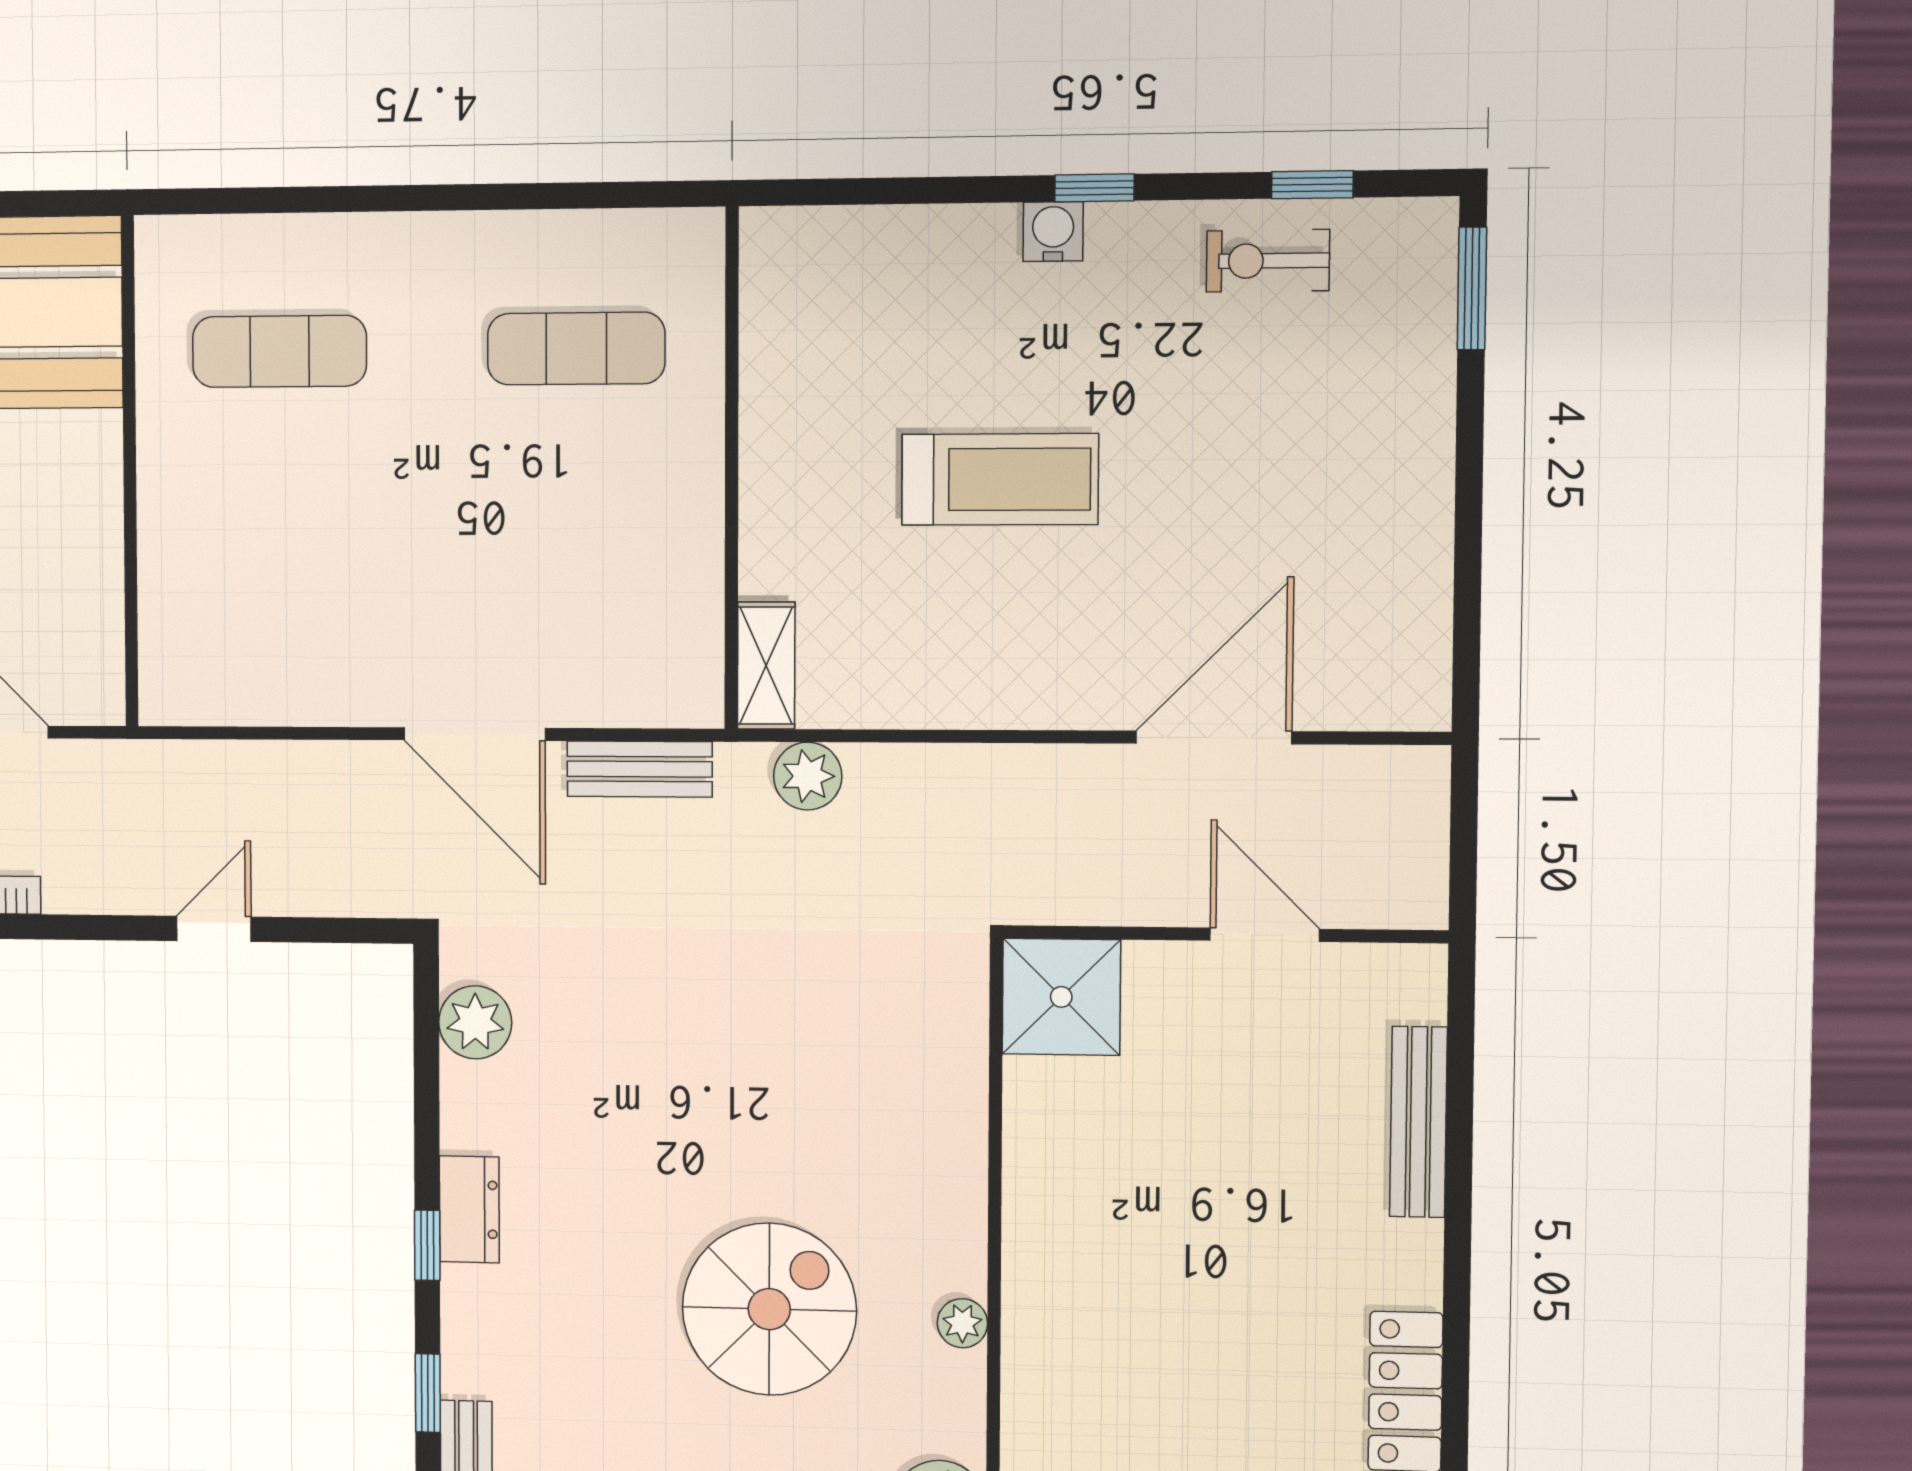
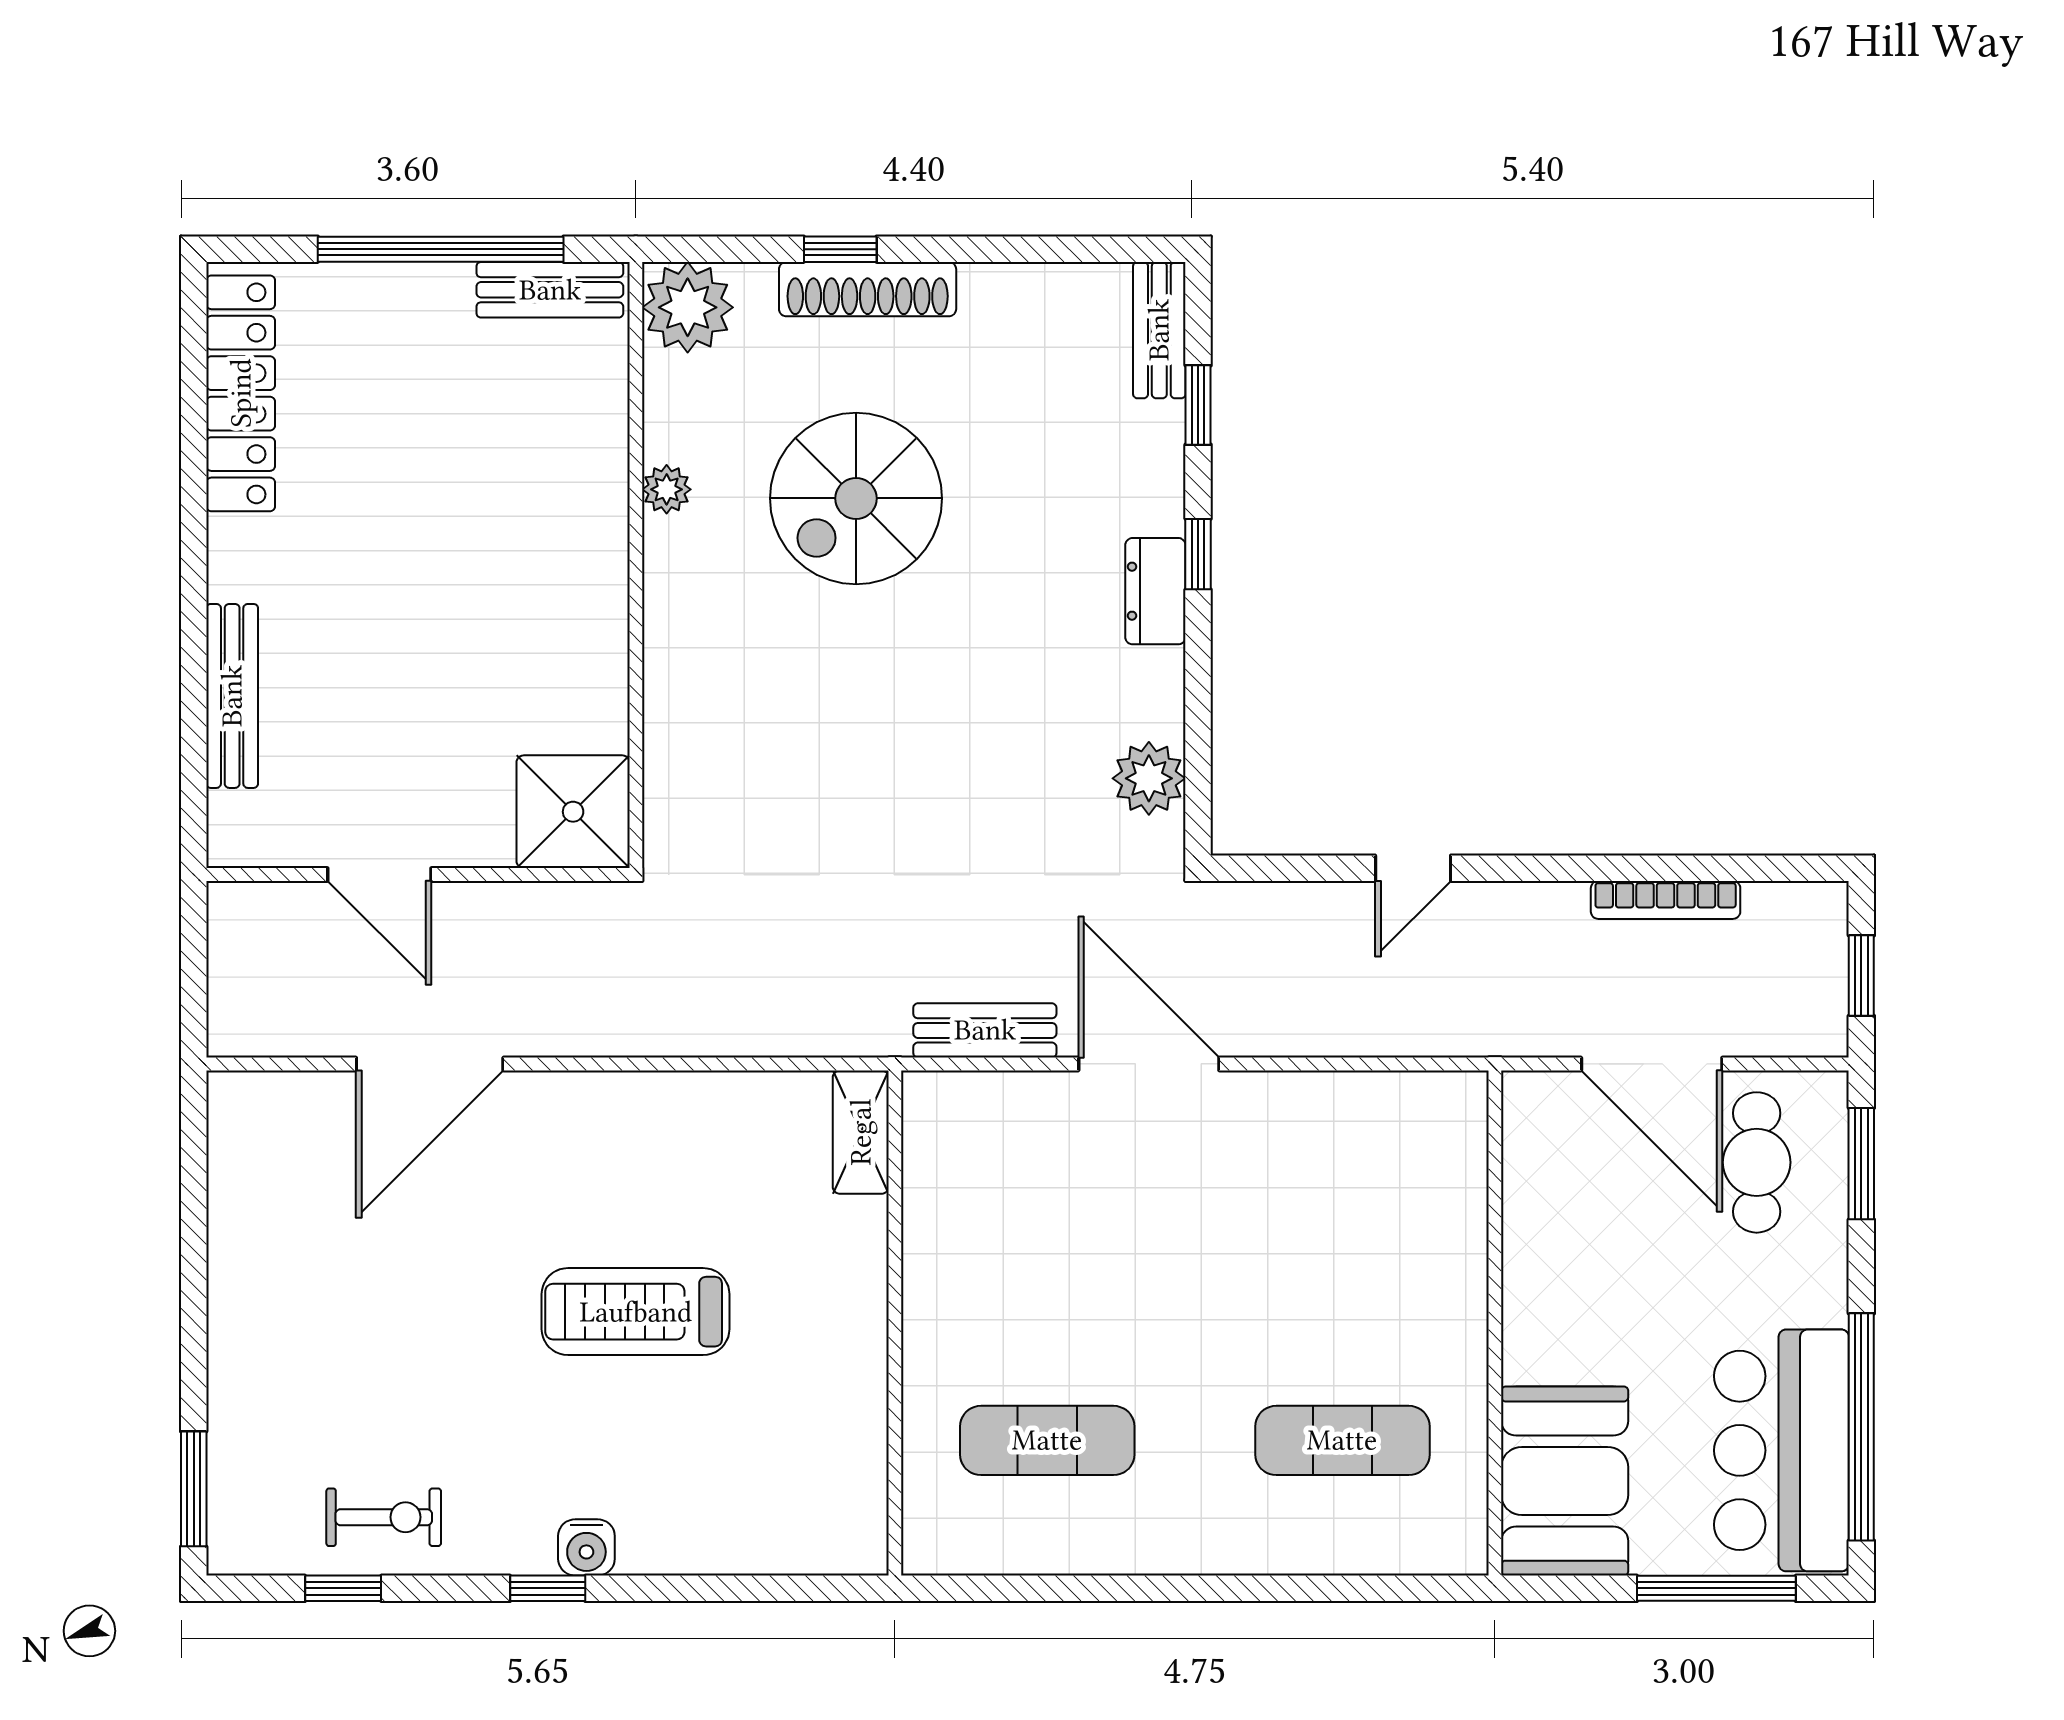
plant: (808, 776) -> (820, 1025), removed

